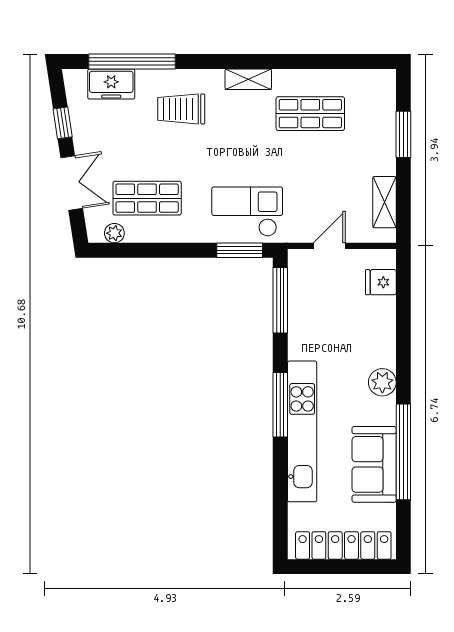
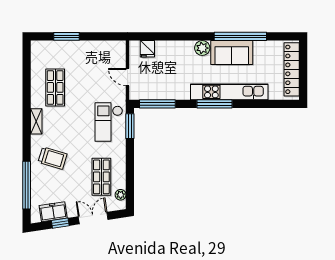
freezer: (111, 84) -> (53, 212), moved, turned -99
trolley: (181, 109) -> (53, 158), turned -73
shelving: (384, 202) -> (104, 47), removed
sofa: (374, 464) -> (232, 53), moved

